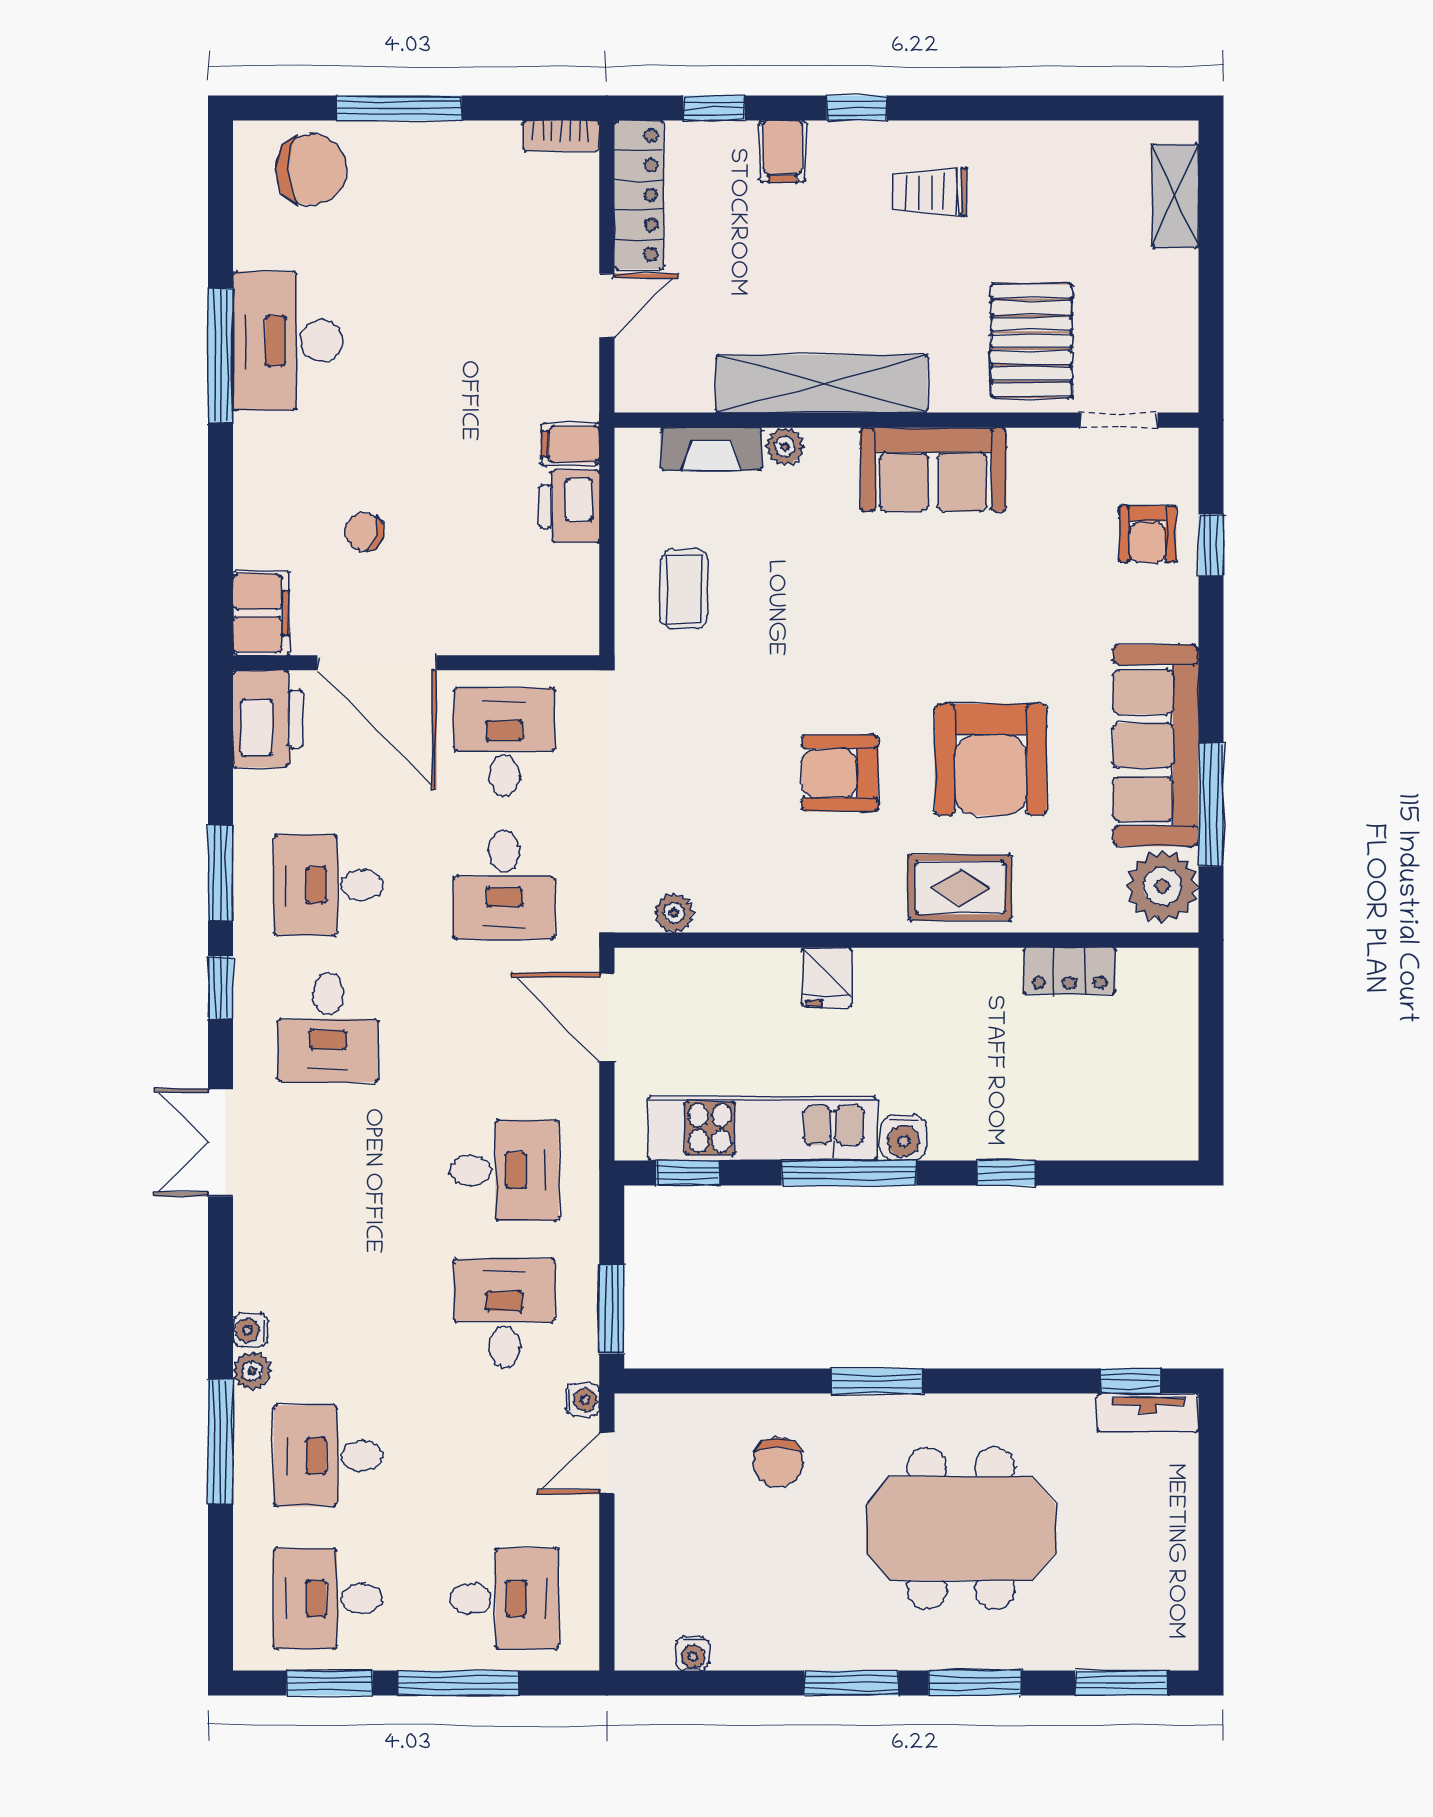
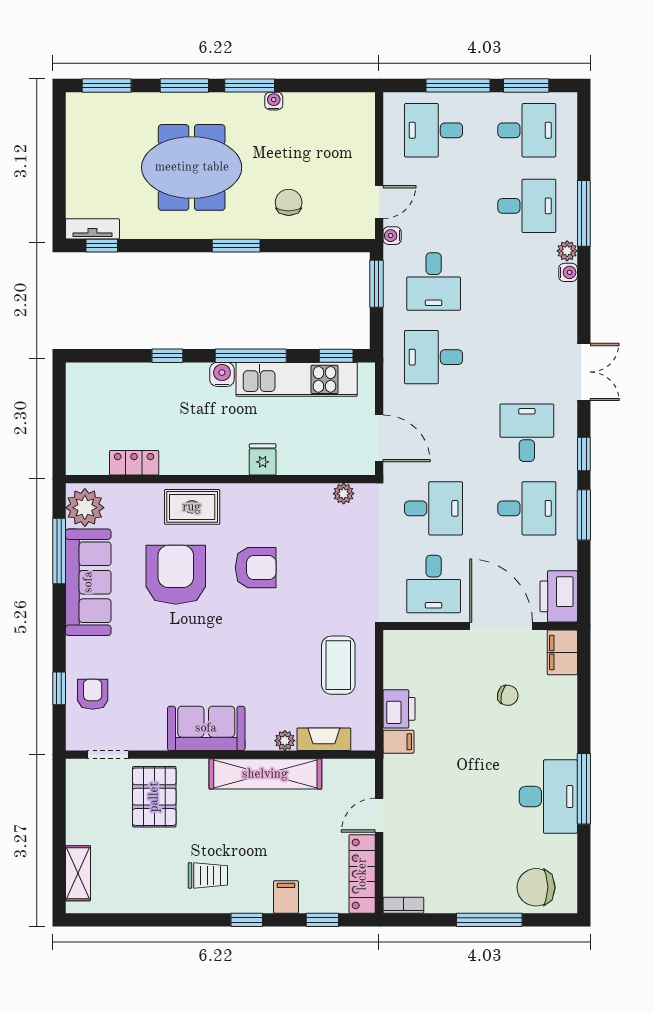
coffee table: (684, 589) -> (338, 665), width x1.36, depth x1.30
desk: (504, 885) -> (434, 508), turned 90
water cooler: (693, 1654) -> (274, 101), moved

